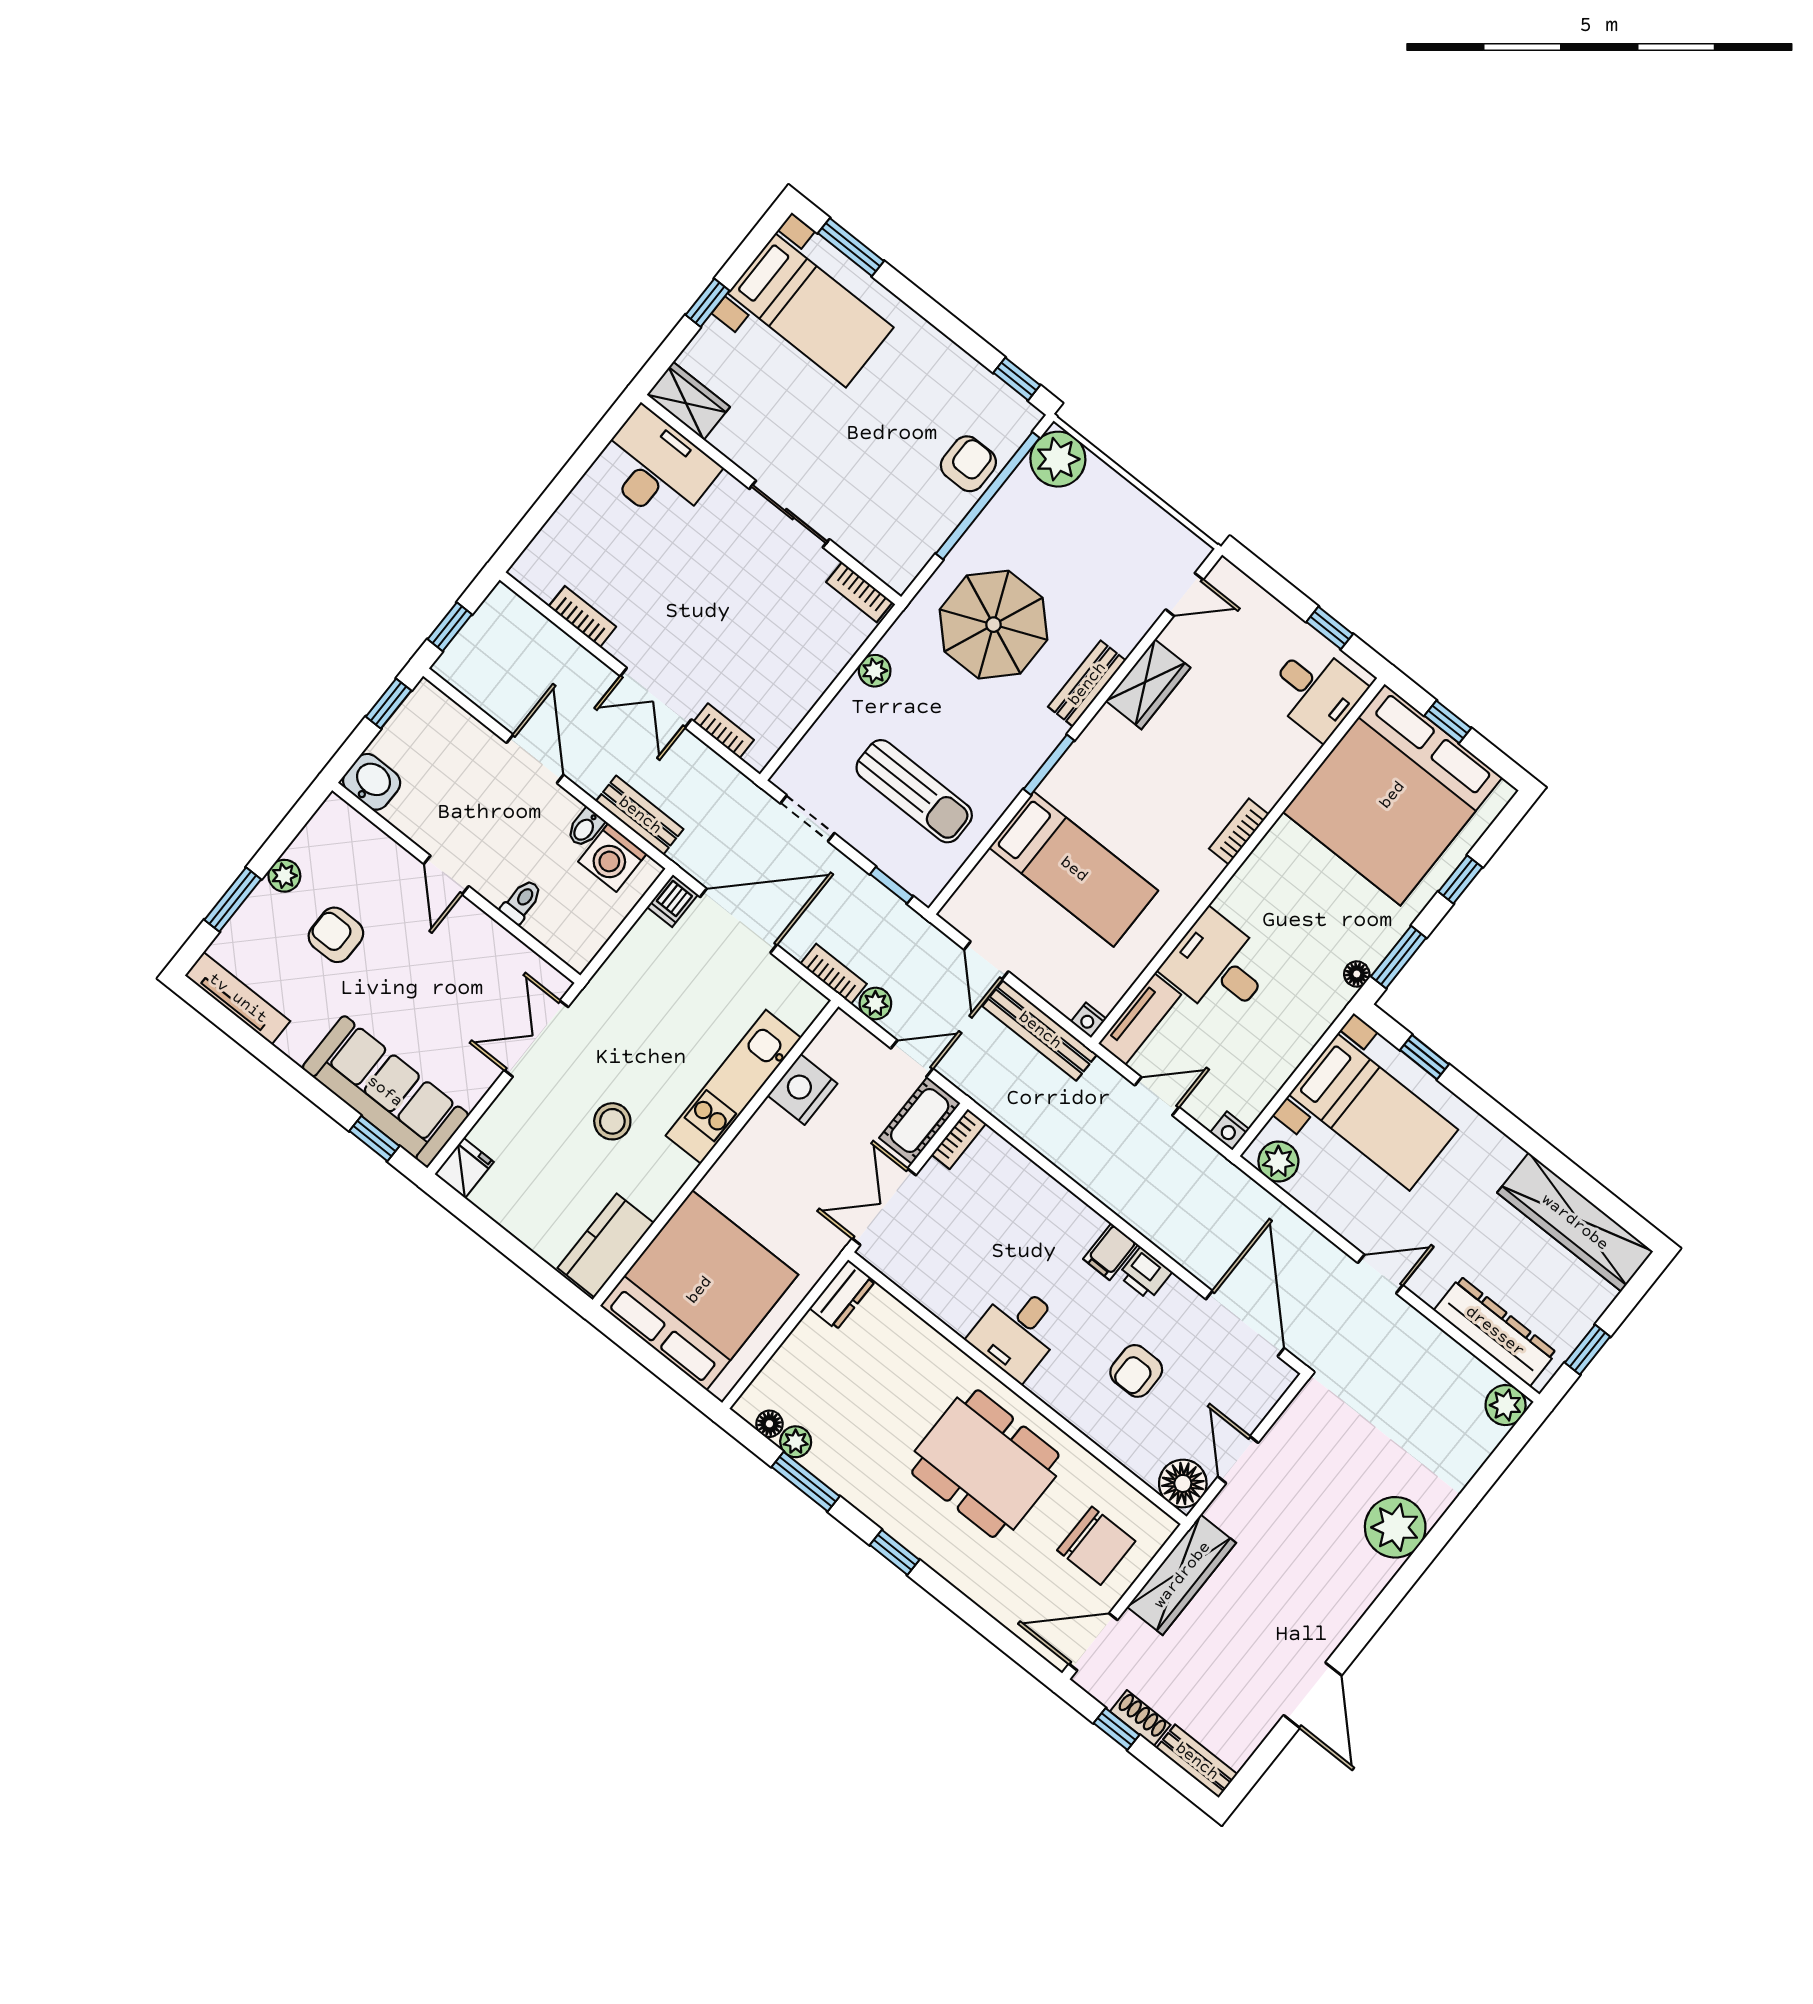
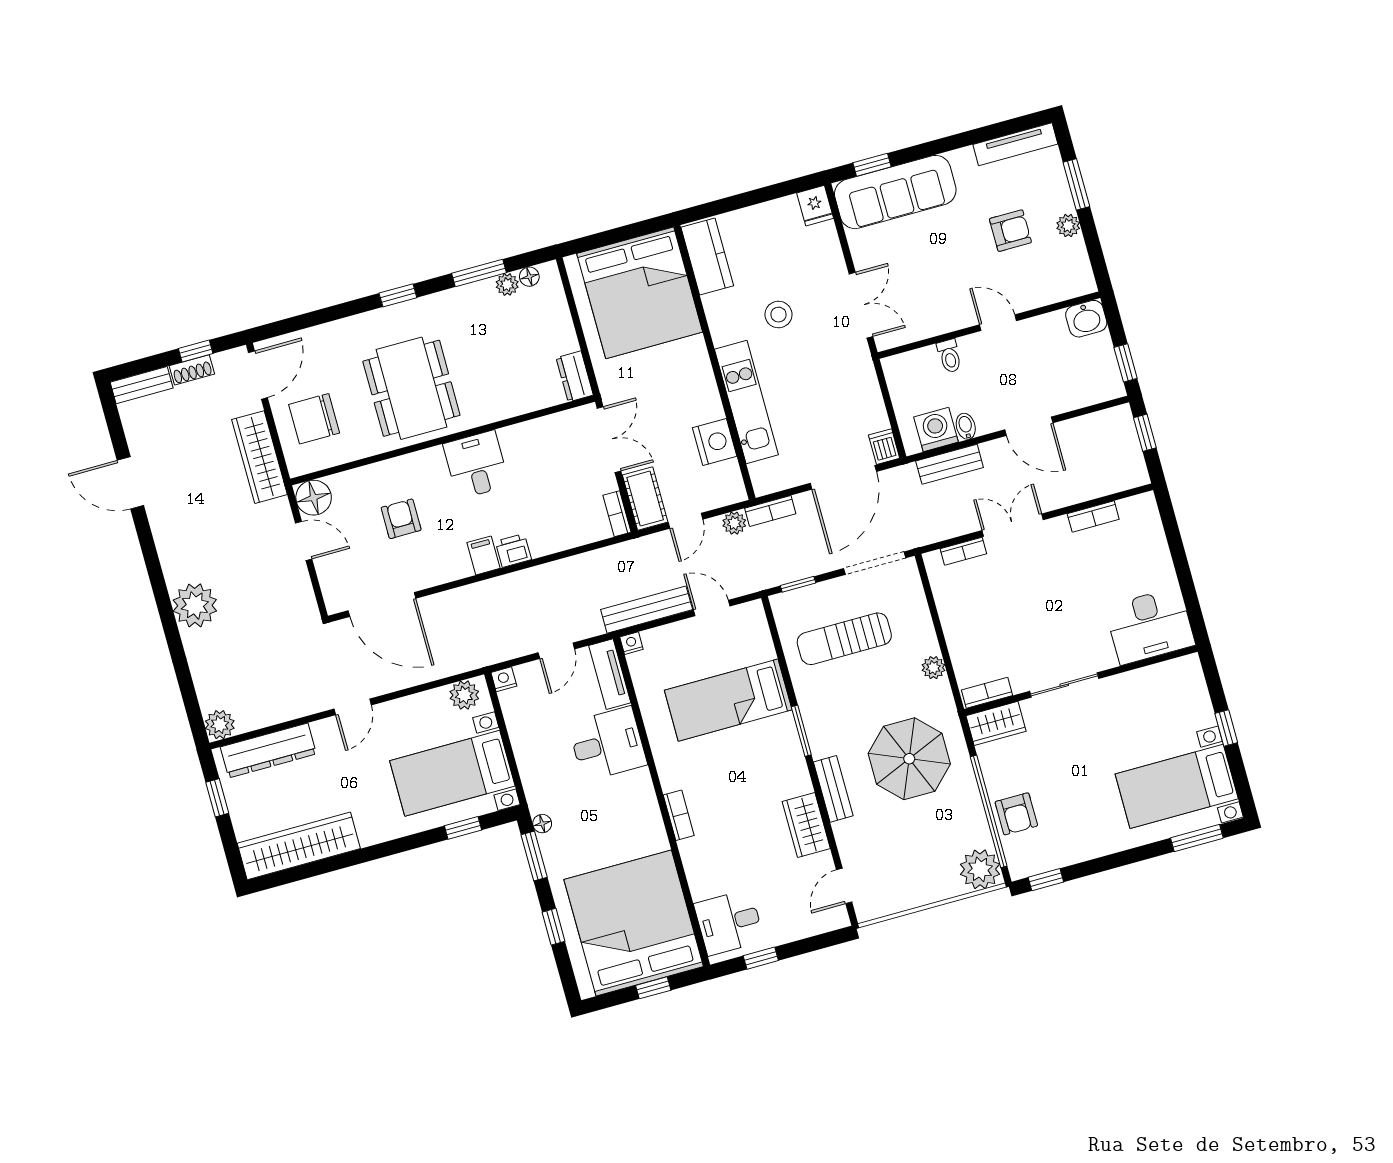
wardrobe: (688, 401) -> (996, 723), moved
doorway: (807, 818) -> (875, 563), width x1.38
printer: (1145, 1274) -> (513, 550), moved
dining table: (985, 1464) -> (411, 388), turned 90

